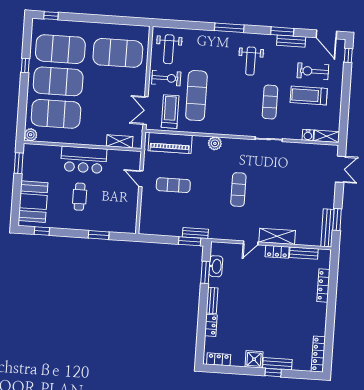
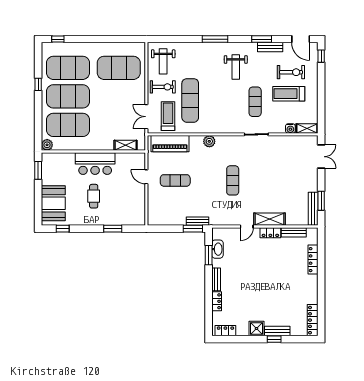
exercise bike: (313, 71) -> (291, 72), turned 180

